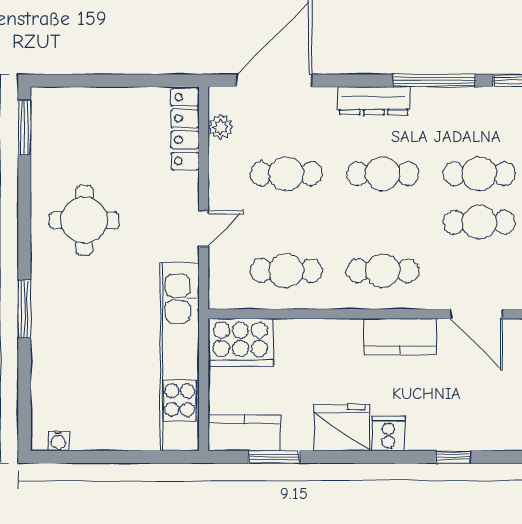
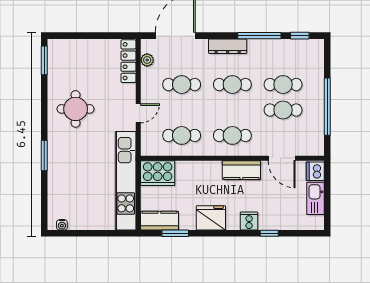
cooker: (388, 434) -> (249, 221), moved

